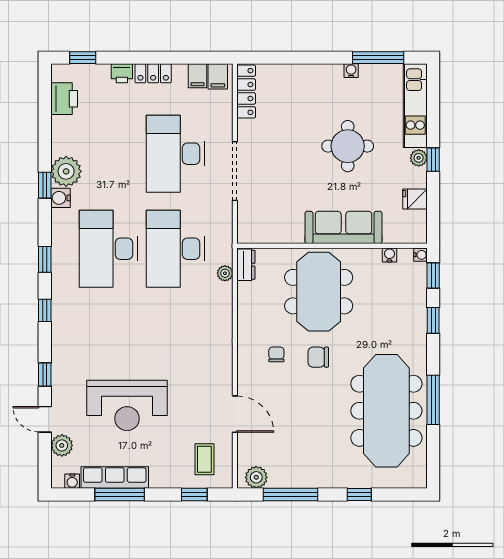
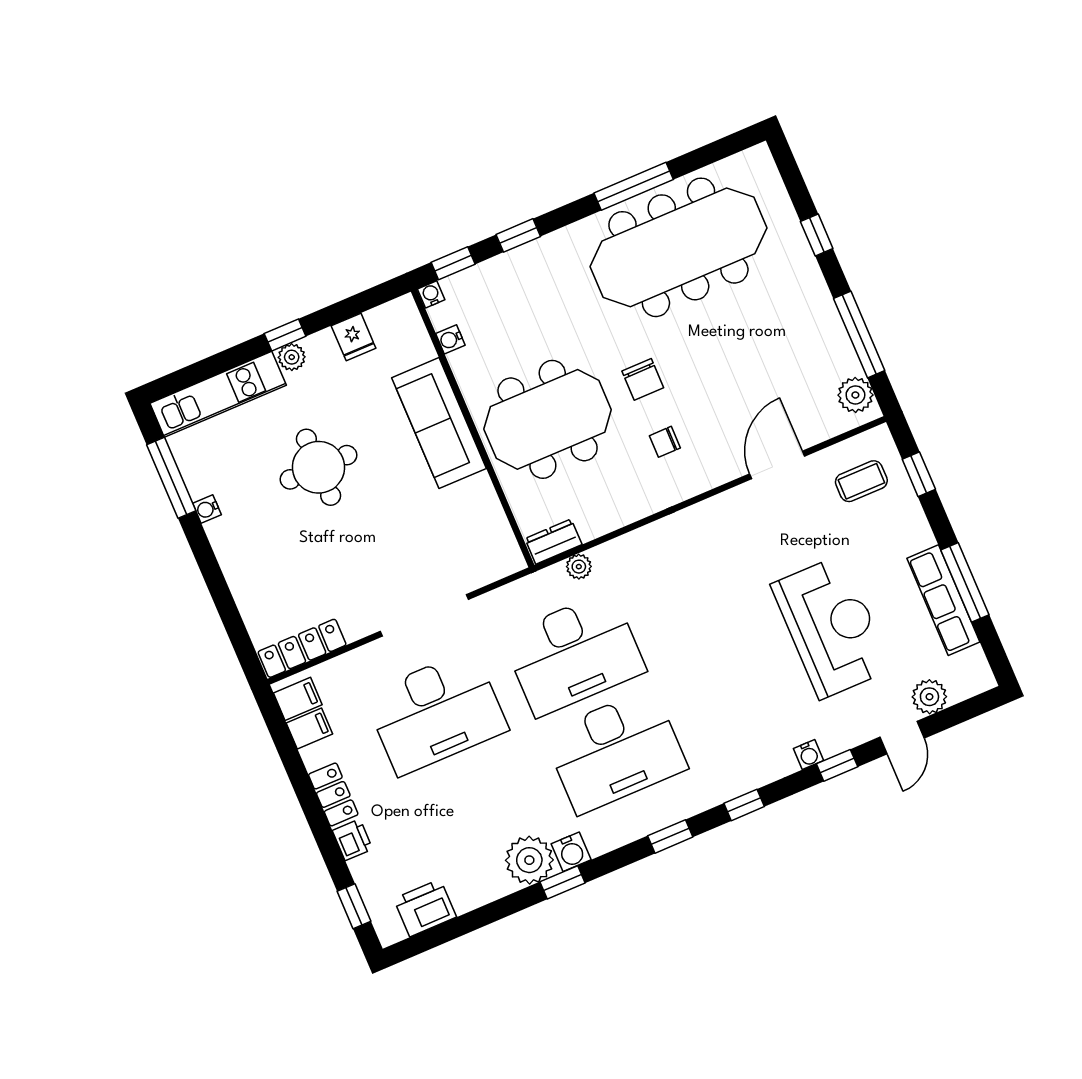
water cooler: (72, 481) -> (808, 755), moved, turned 90

